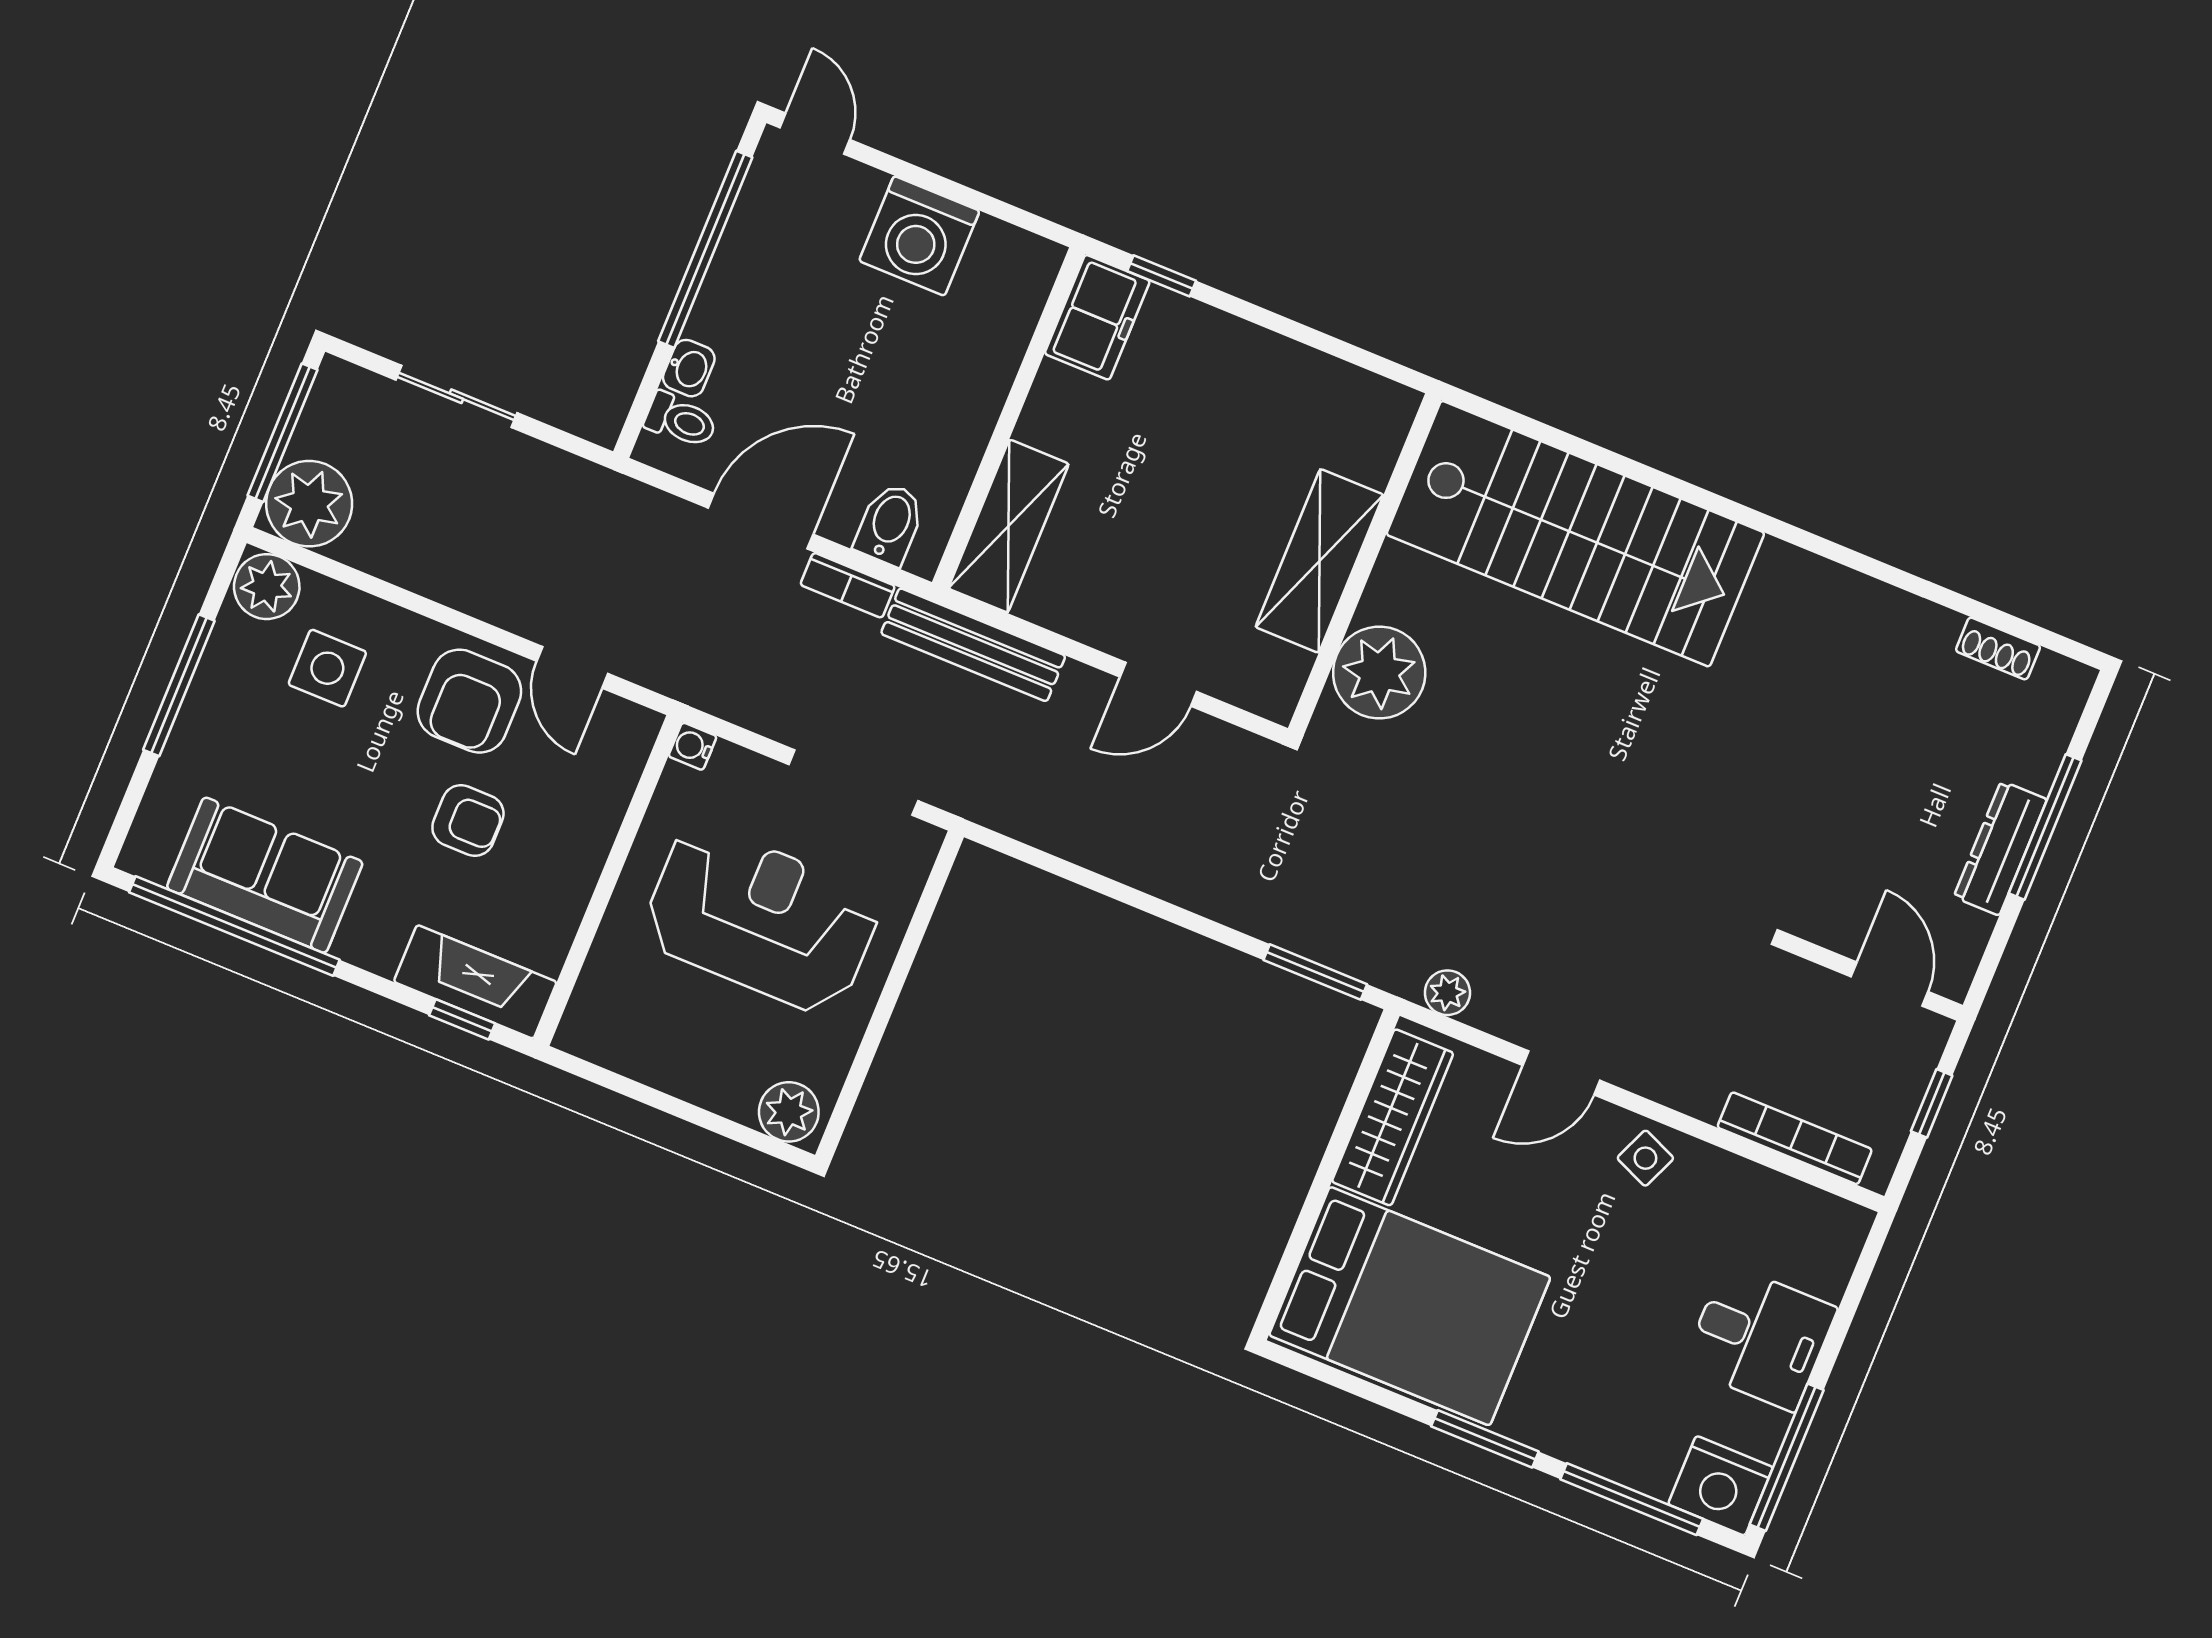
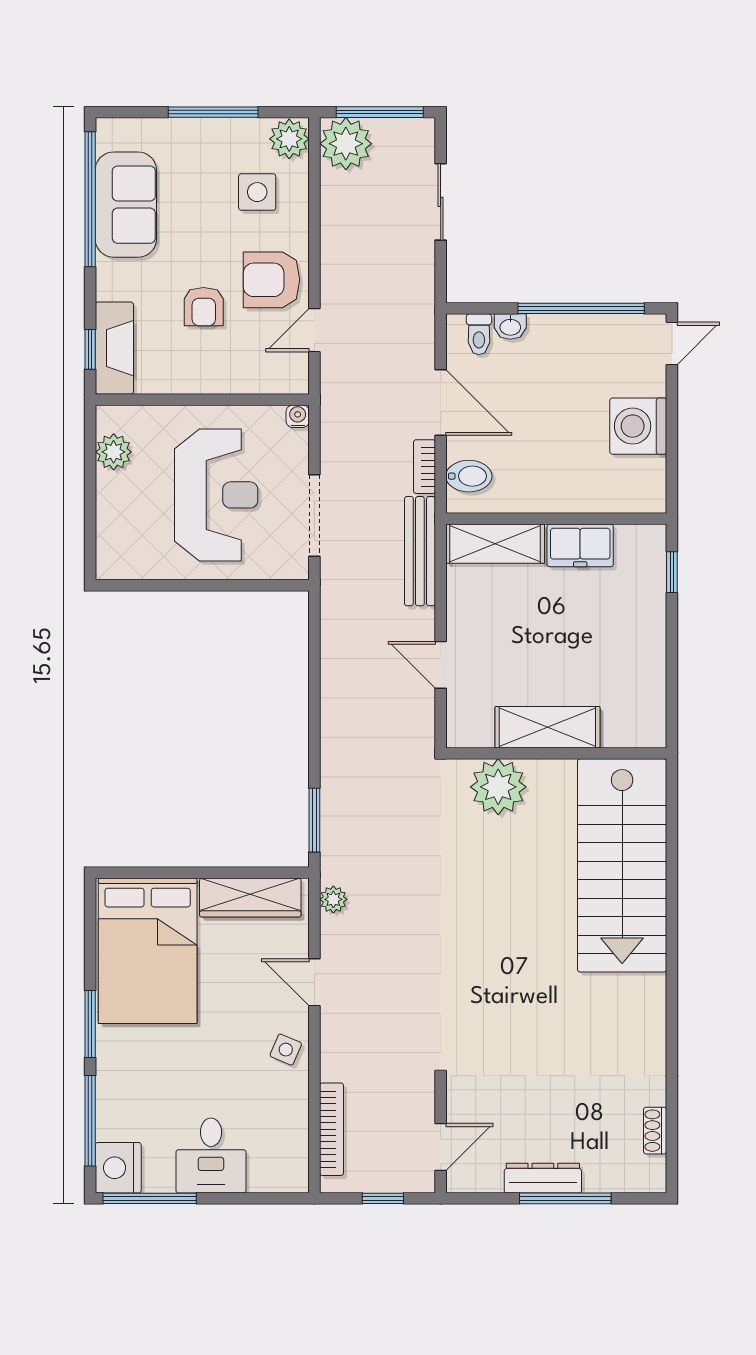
freezer: (1097, 317) -> (580, 545), moved
plant: (789, 1112) -> (114, 452), moved

